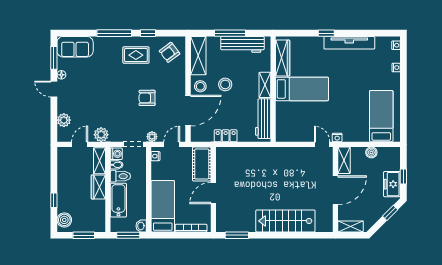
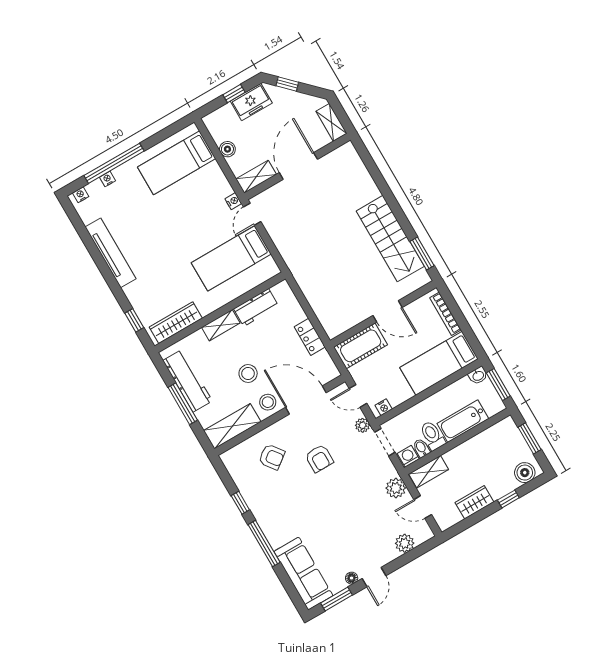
window: (326, 33) -> (134, 320), moved
sofa: (75, 47) -> (303, 574), width x1.36
armchair: (170, 52) -> (272, 457), moved
rug: (136, 55) -> (275, 502), removed
window: (403, 77) -> (114, 163), added
bed: (302, 89) -> (231, 258), moved, turned -90
workbench: (263, 119) -> (256, 307), width x0.73
wardrobe: (98, 187) -> (474, 502), moved, turned 180
door: (335, 190) -> (298, 166), hinge flipped
stairs: (285, 221) -> (390, 239), moved

